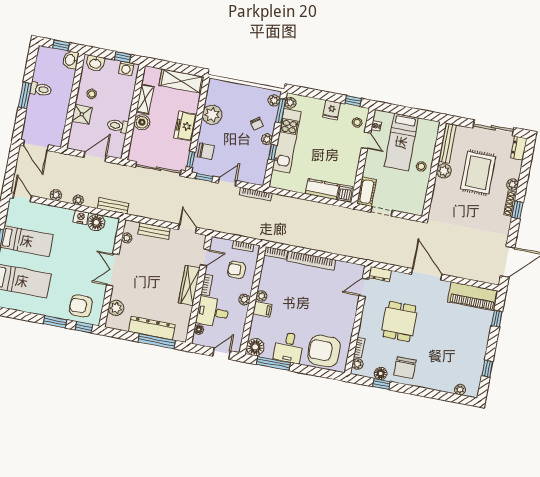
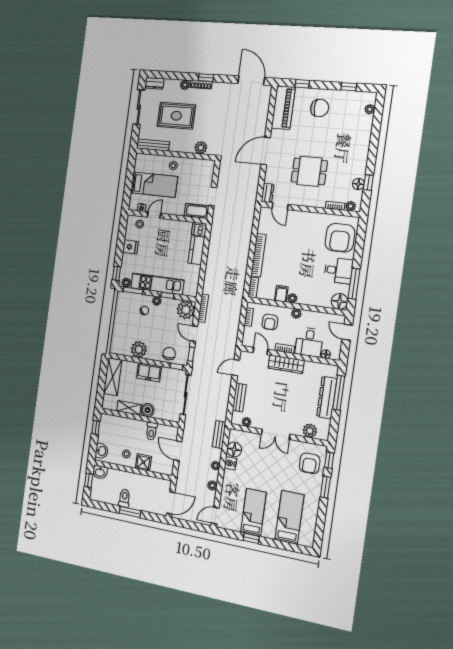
washing machine: (126, 68) -> (105, 424), removed
plant: (274, 100) -> (186, 310), moved, width x1.87, depth x1.87
window: (353, 101) -> (116, 273), moved
plant: (444, 171) -> (201, 148), moved
filing cabinet: (262, 309) -> (281, 294), moved
chair: (405, 368) -> (320, 108), moved

